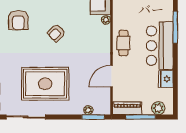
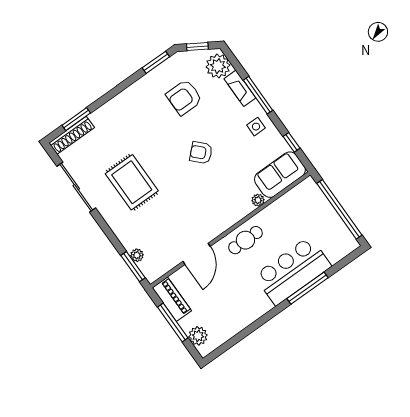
bar counter: (160, 46) -> (293, 271), moved
door: (112, 76) -> (196, 254), swing flipped
fridge: (166, 79) -> (239, 320), removed
rug: (45, 84) -> (132, 182), width x0.73, depth x0.69

